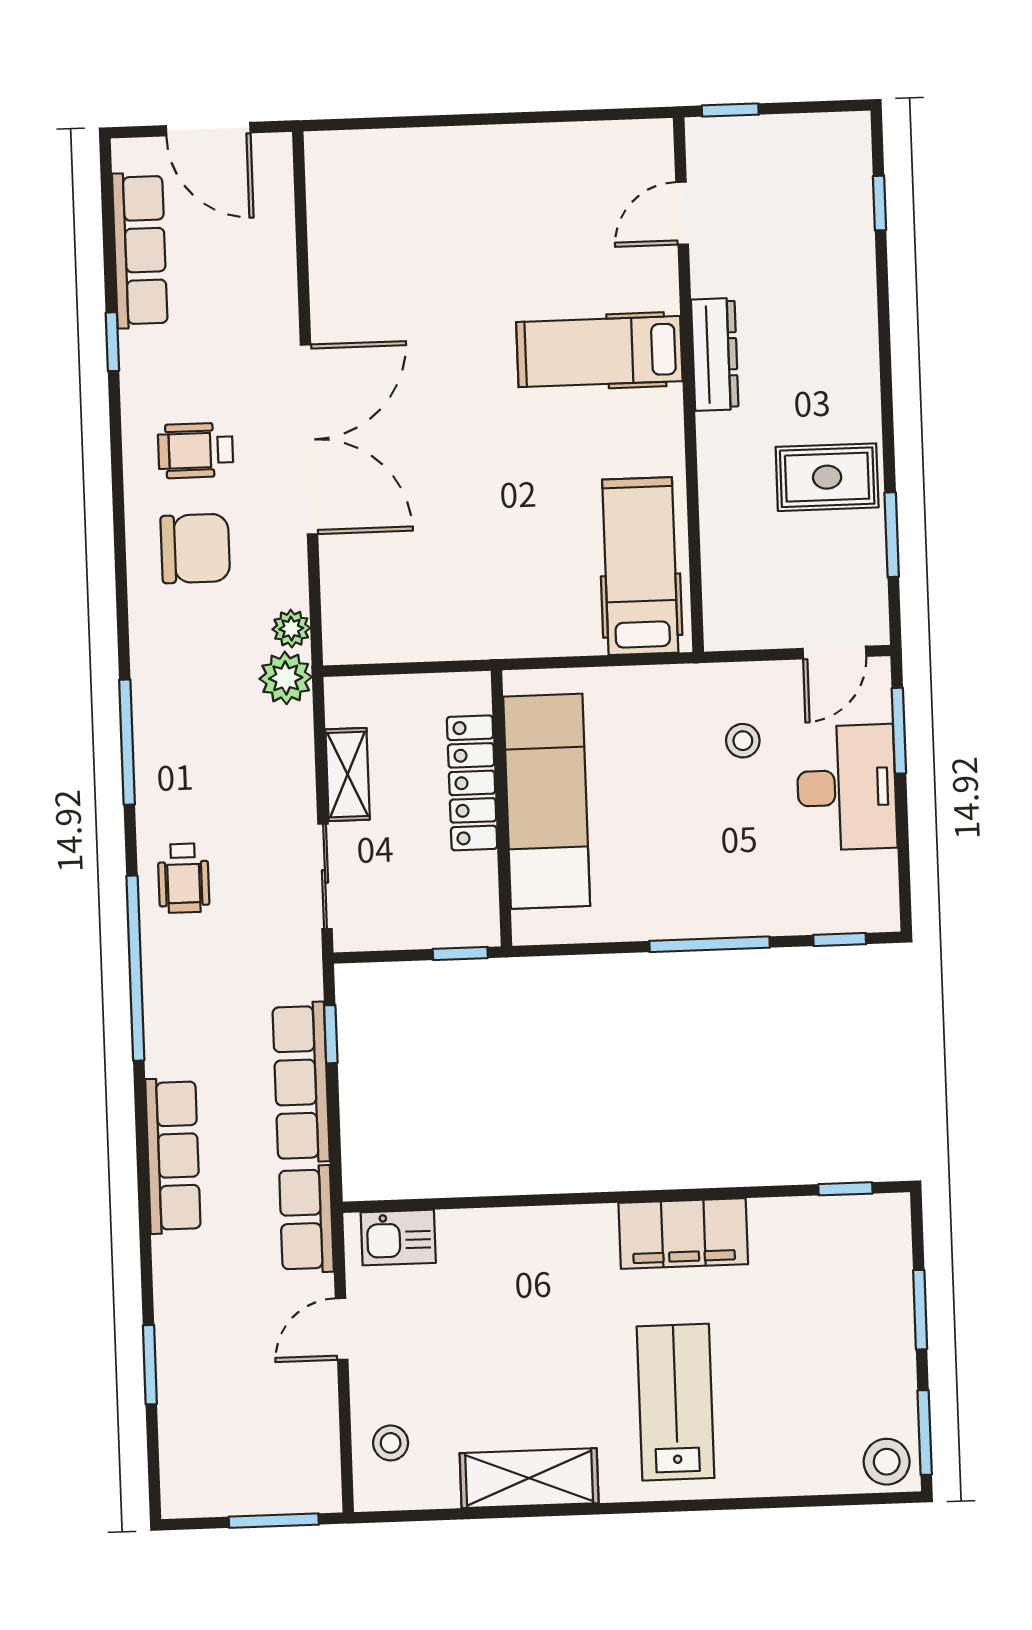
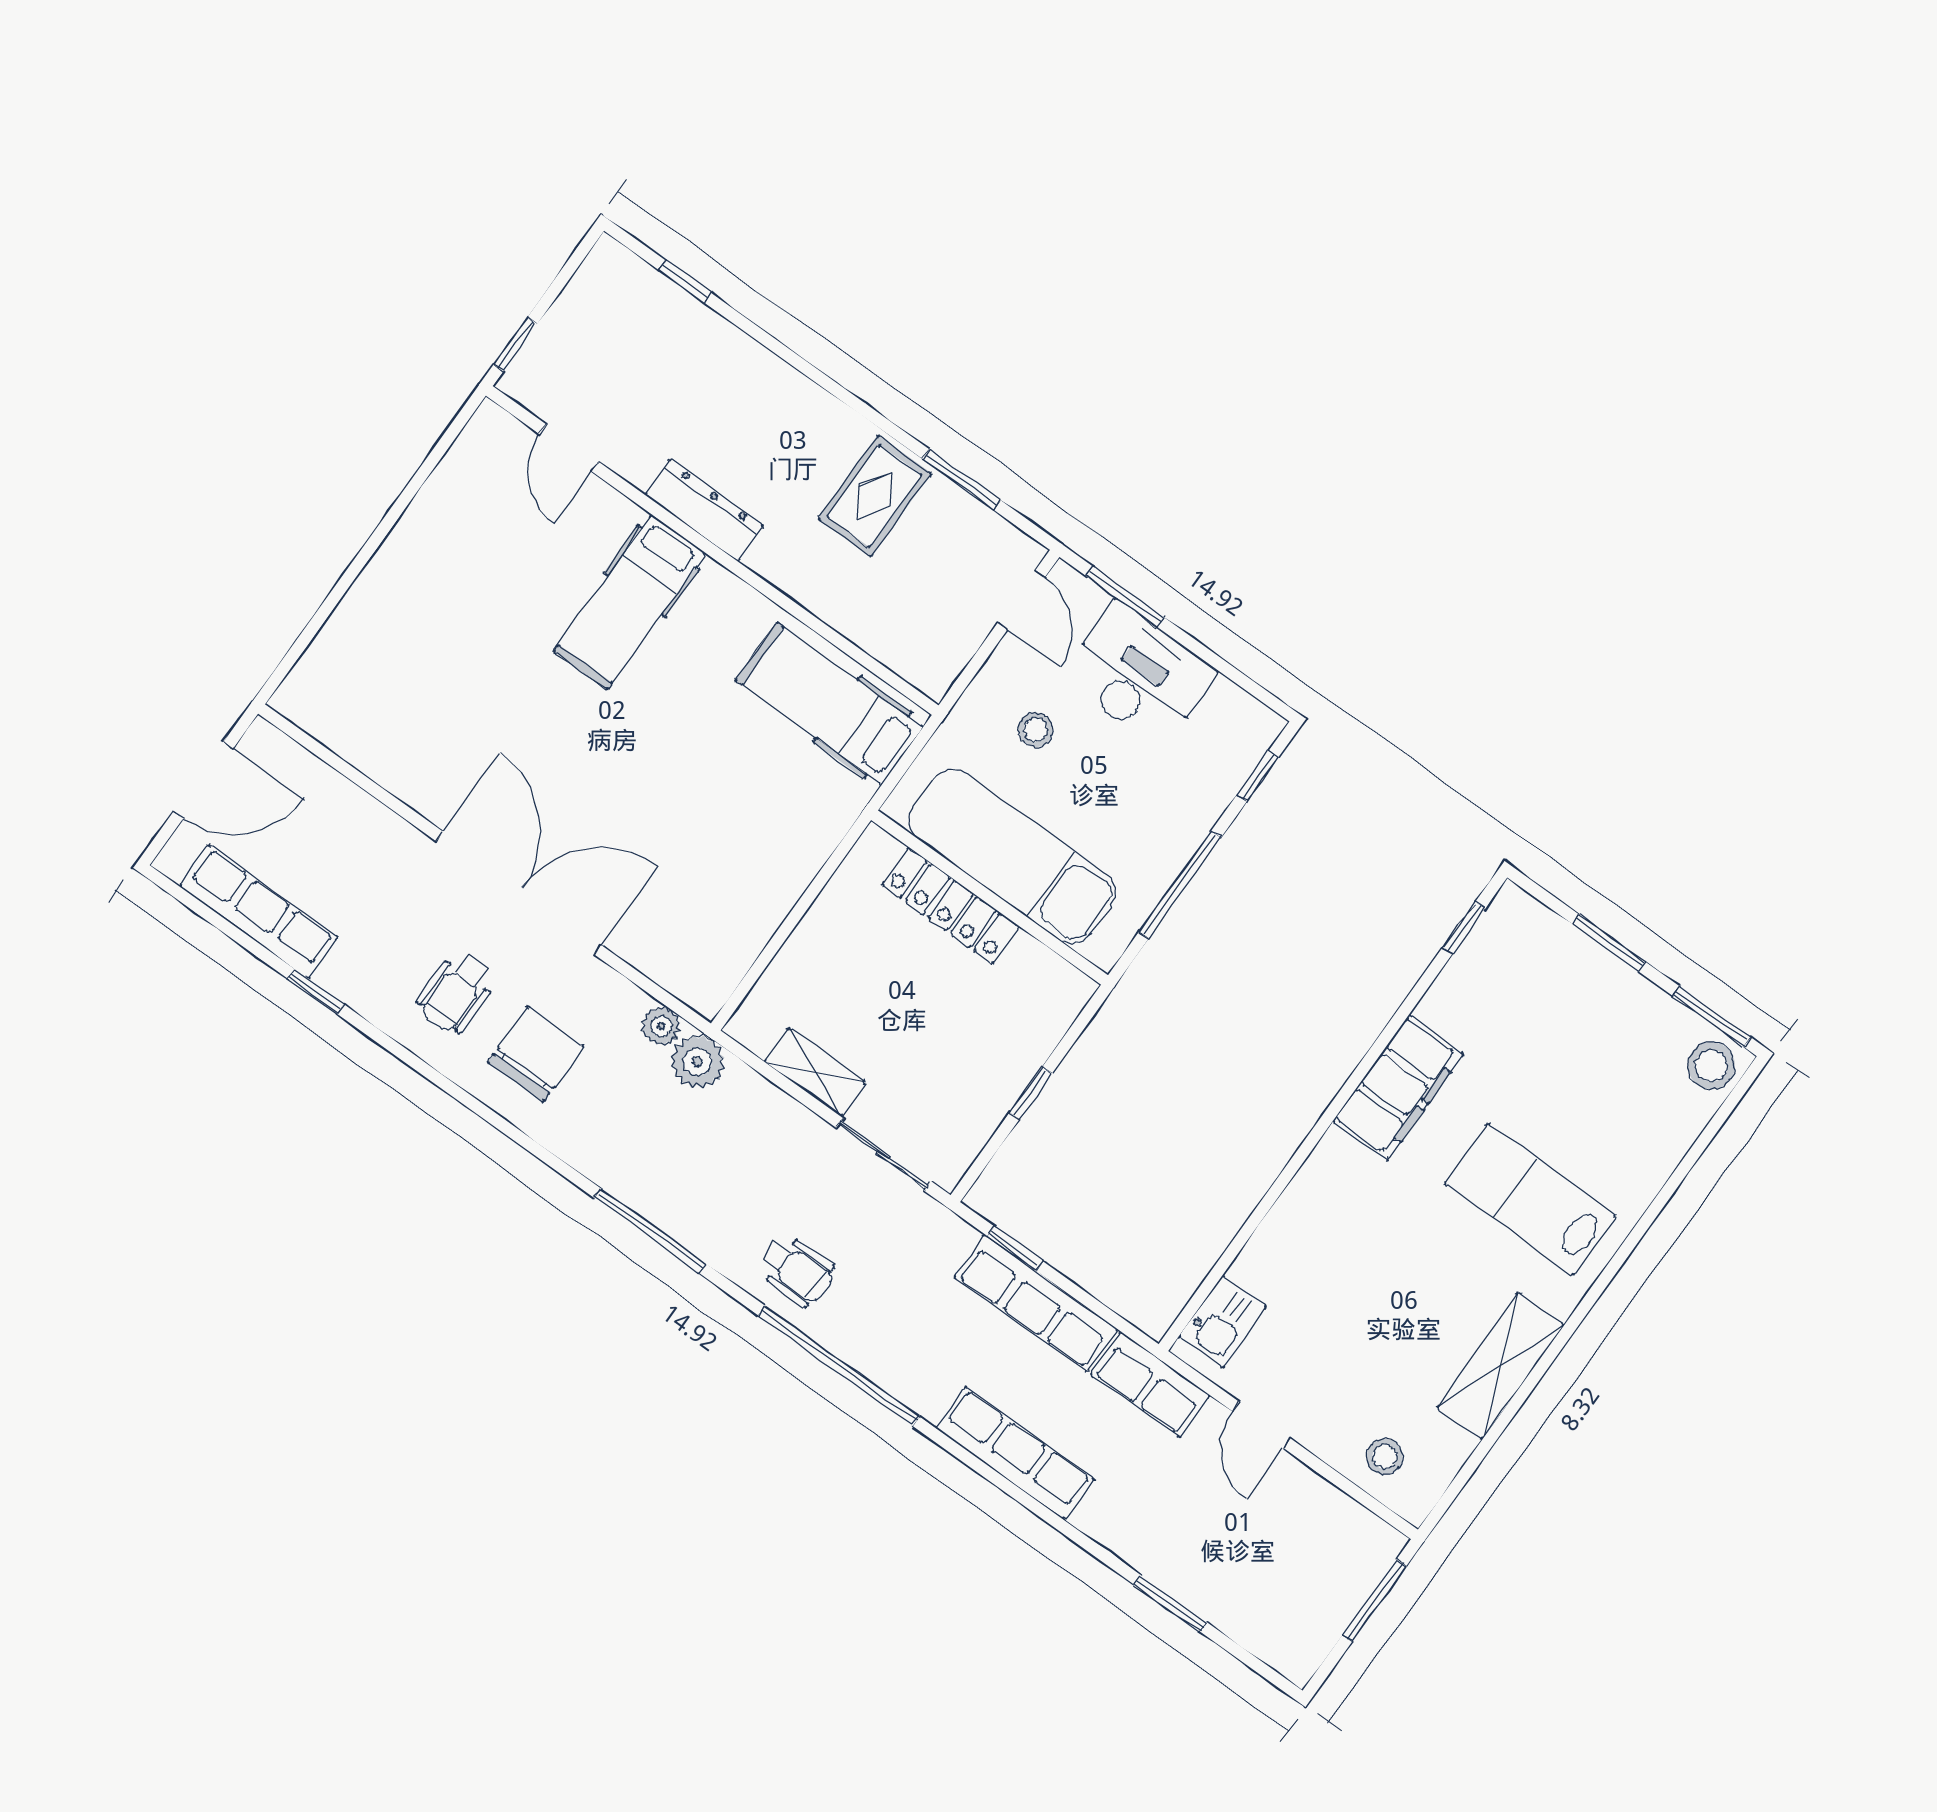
locker: (472, 783) -> (950, 906), moved
exam couch: (547, 801) -> (1012, 856), moved
wall: (501, 808) -> (990, 898), moved

